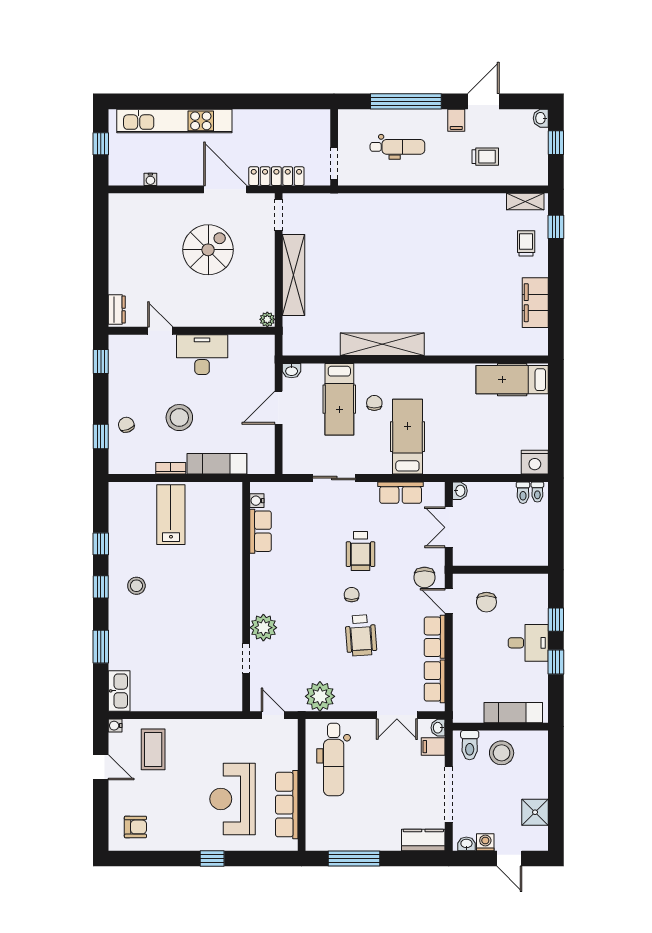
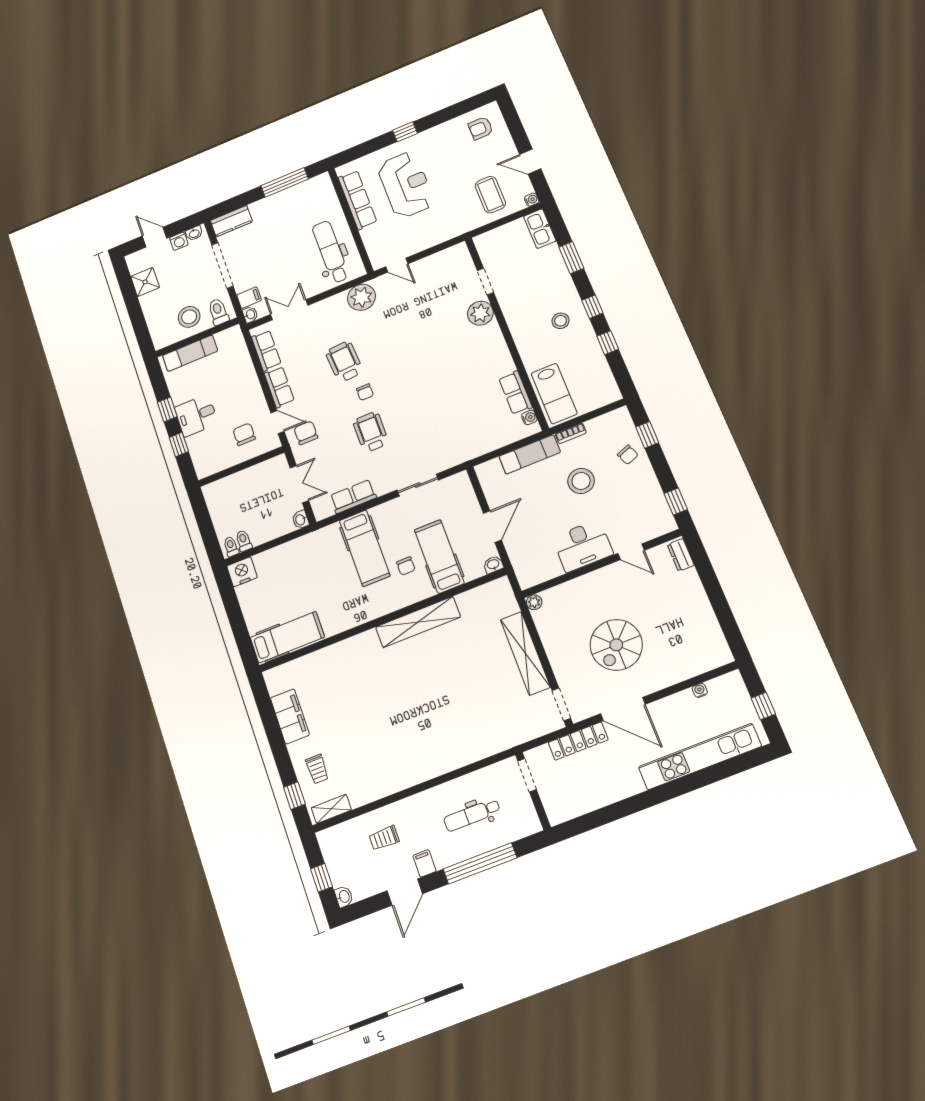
water cooler: (257, 501) -> (529, 417), moved
row of seats: (261, 531) -> (515, 393), moved
wall: (246, 597) -> (506, 332), moved
plant: (263, 628) -> (480, 313), moved
doorway: (246, 659) -> (485, 282), moved

